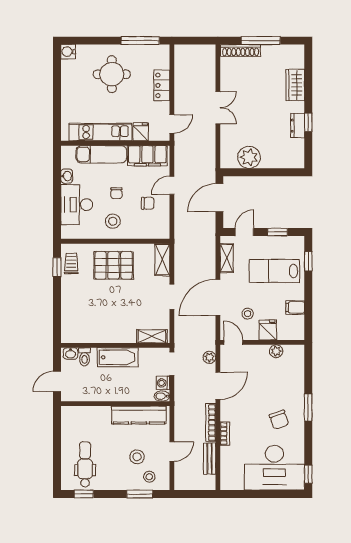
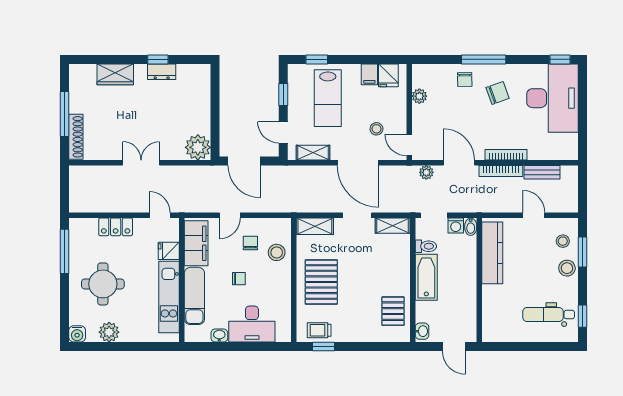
plant: (70, 80) -> (109, 332), added
plant: (249, 157) -> (198, 147), moved
door: (172, 185) -> (230, 215), hinge flipped
stool: (113, 221) -> (277, 252), moved
pallet: (88, 328) -> (393, 311), added
fridge: (268, 330) -> (388, 75), moved, turned -90
shelving: (152, 336) -> (393, 226), moved, turned 90
door: (233, 342) -> (409, 145), hinge flipped
toilet: (84, 357) -> (426, 246), moved
chair: (291, 391) -> (465, 79), added
window: (308, 407) -> (484, 59), width x1.44
bookcase: (225, 434) -> (506, 155), width x1.56
stool: (137, 457) -> (567, 268), moved

